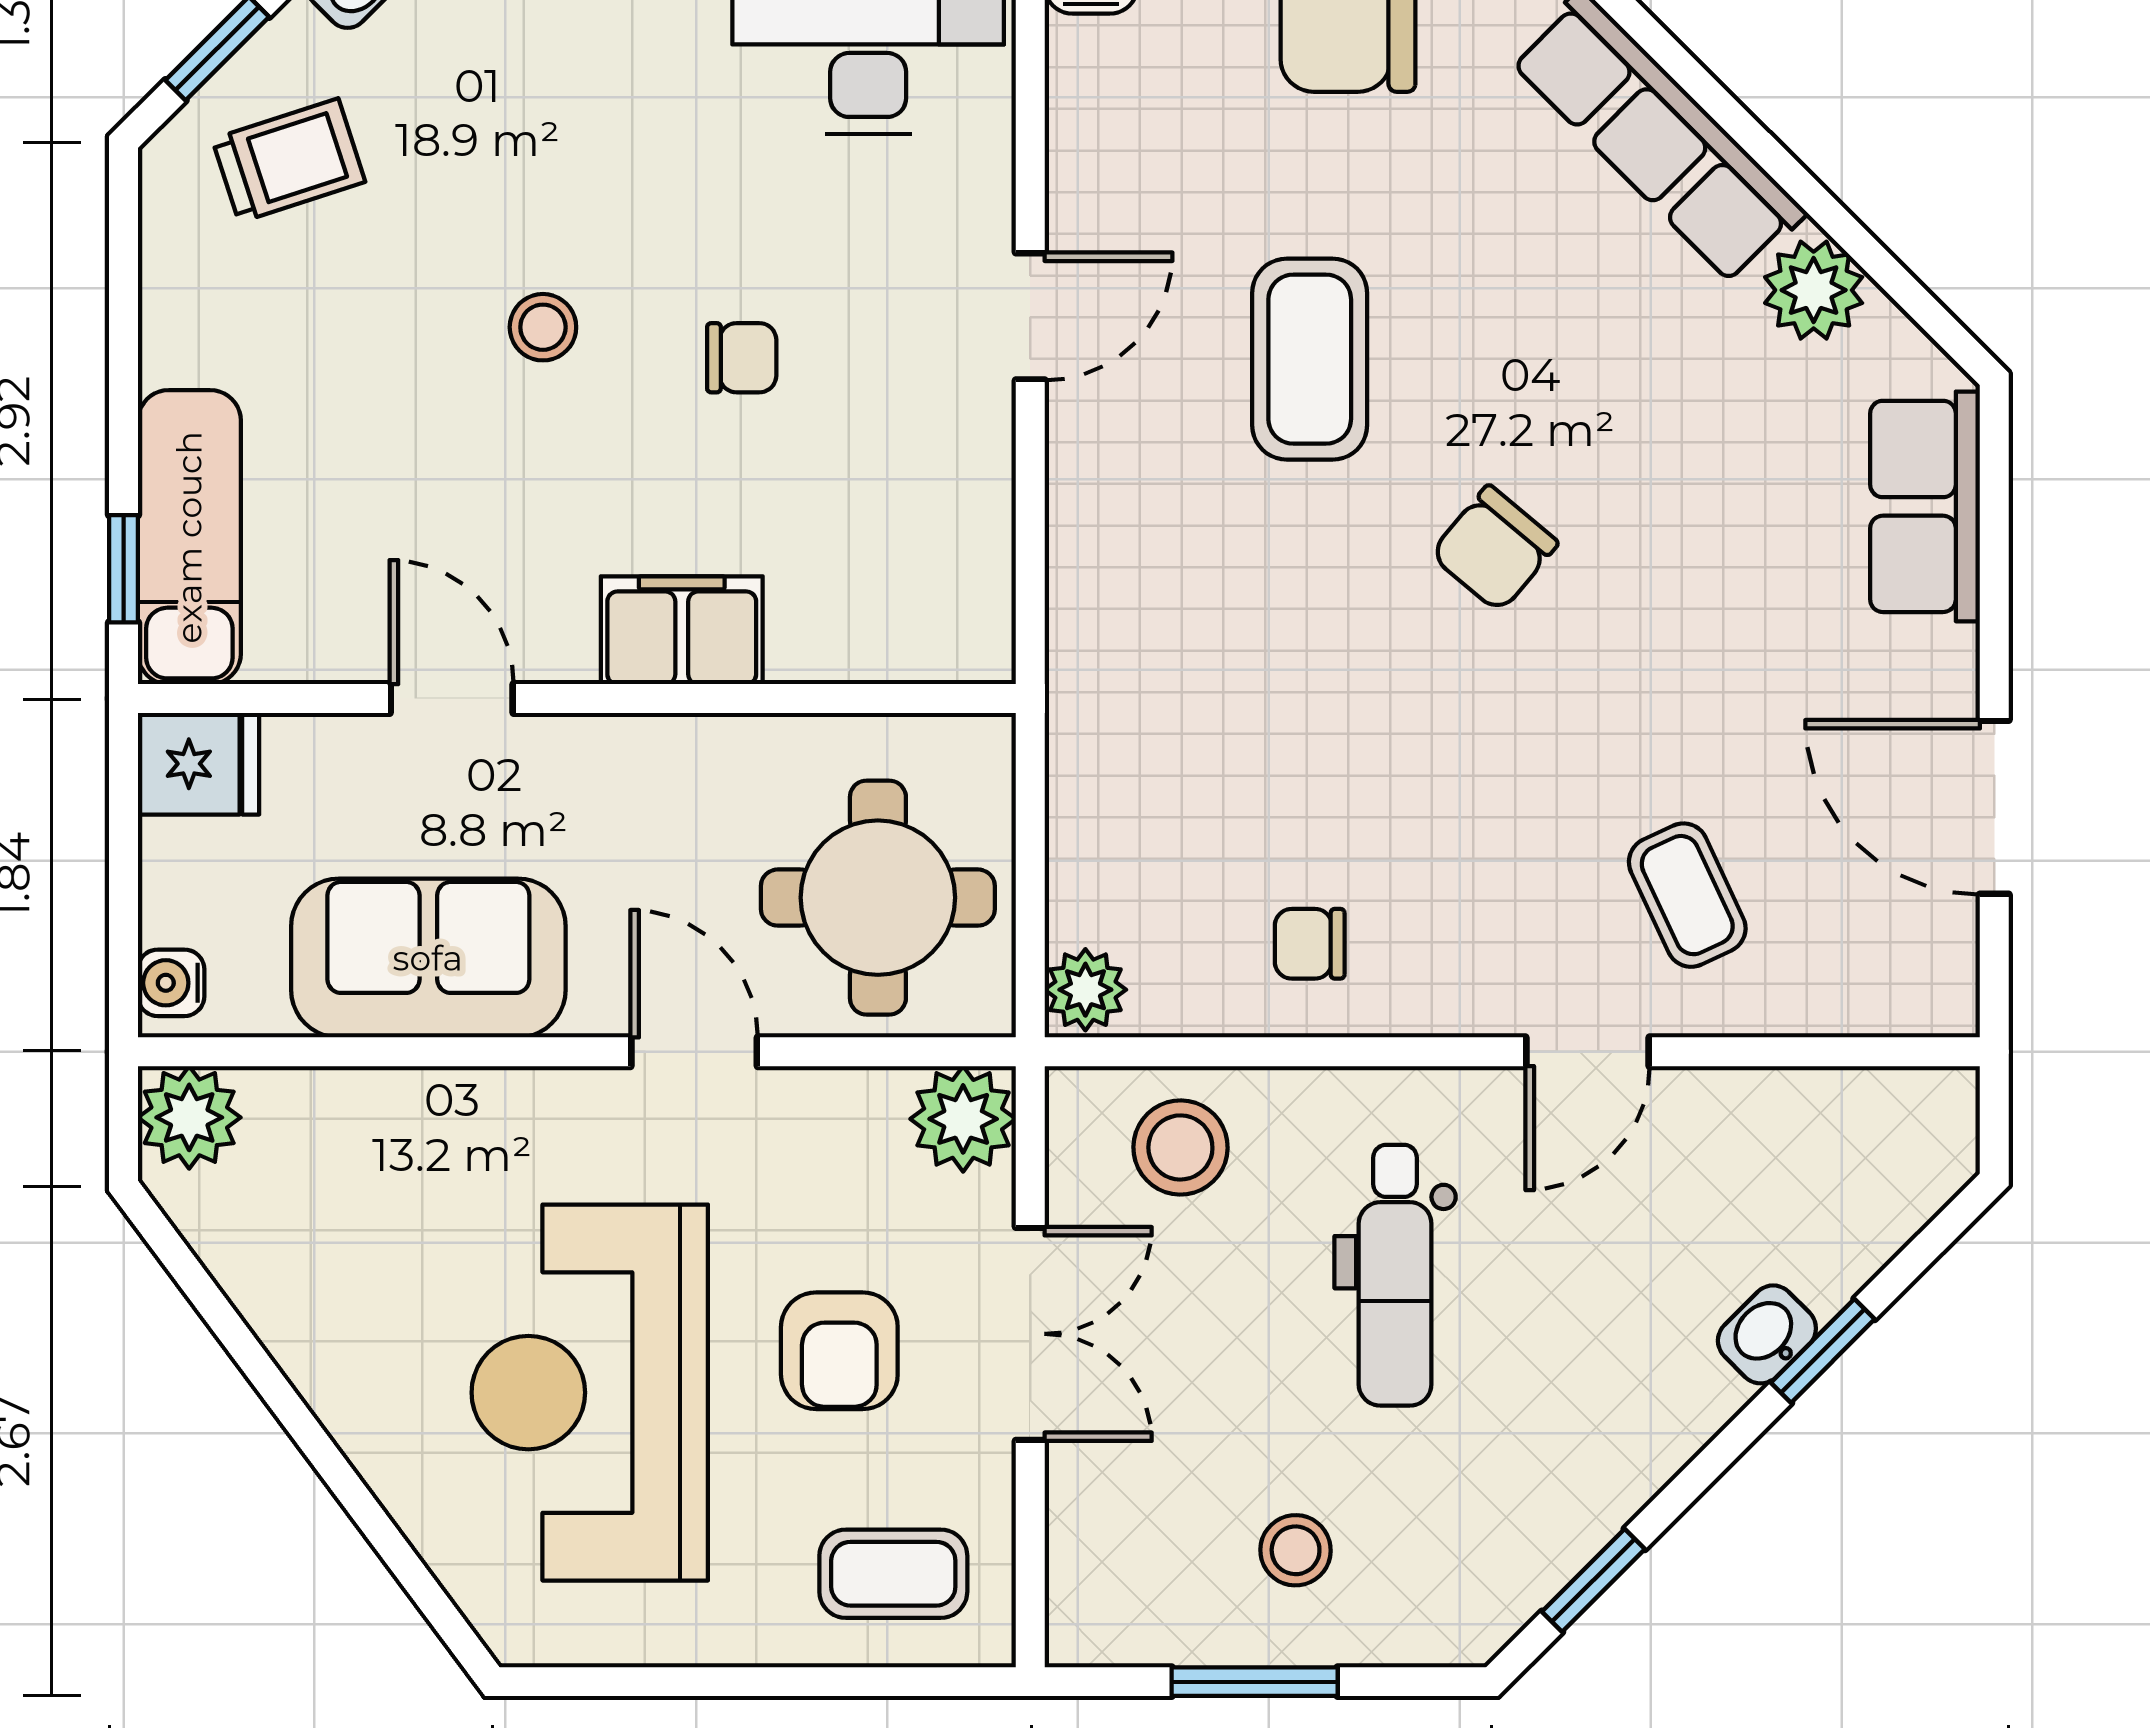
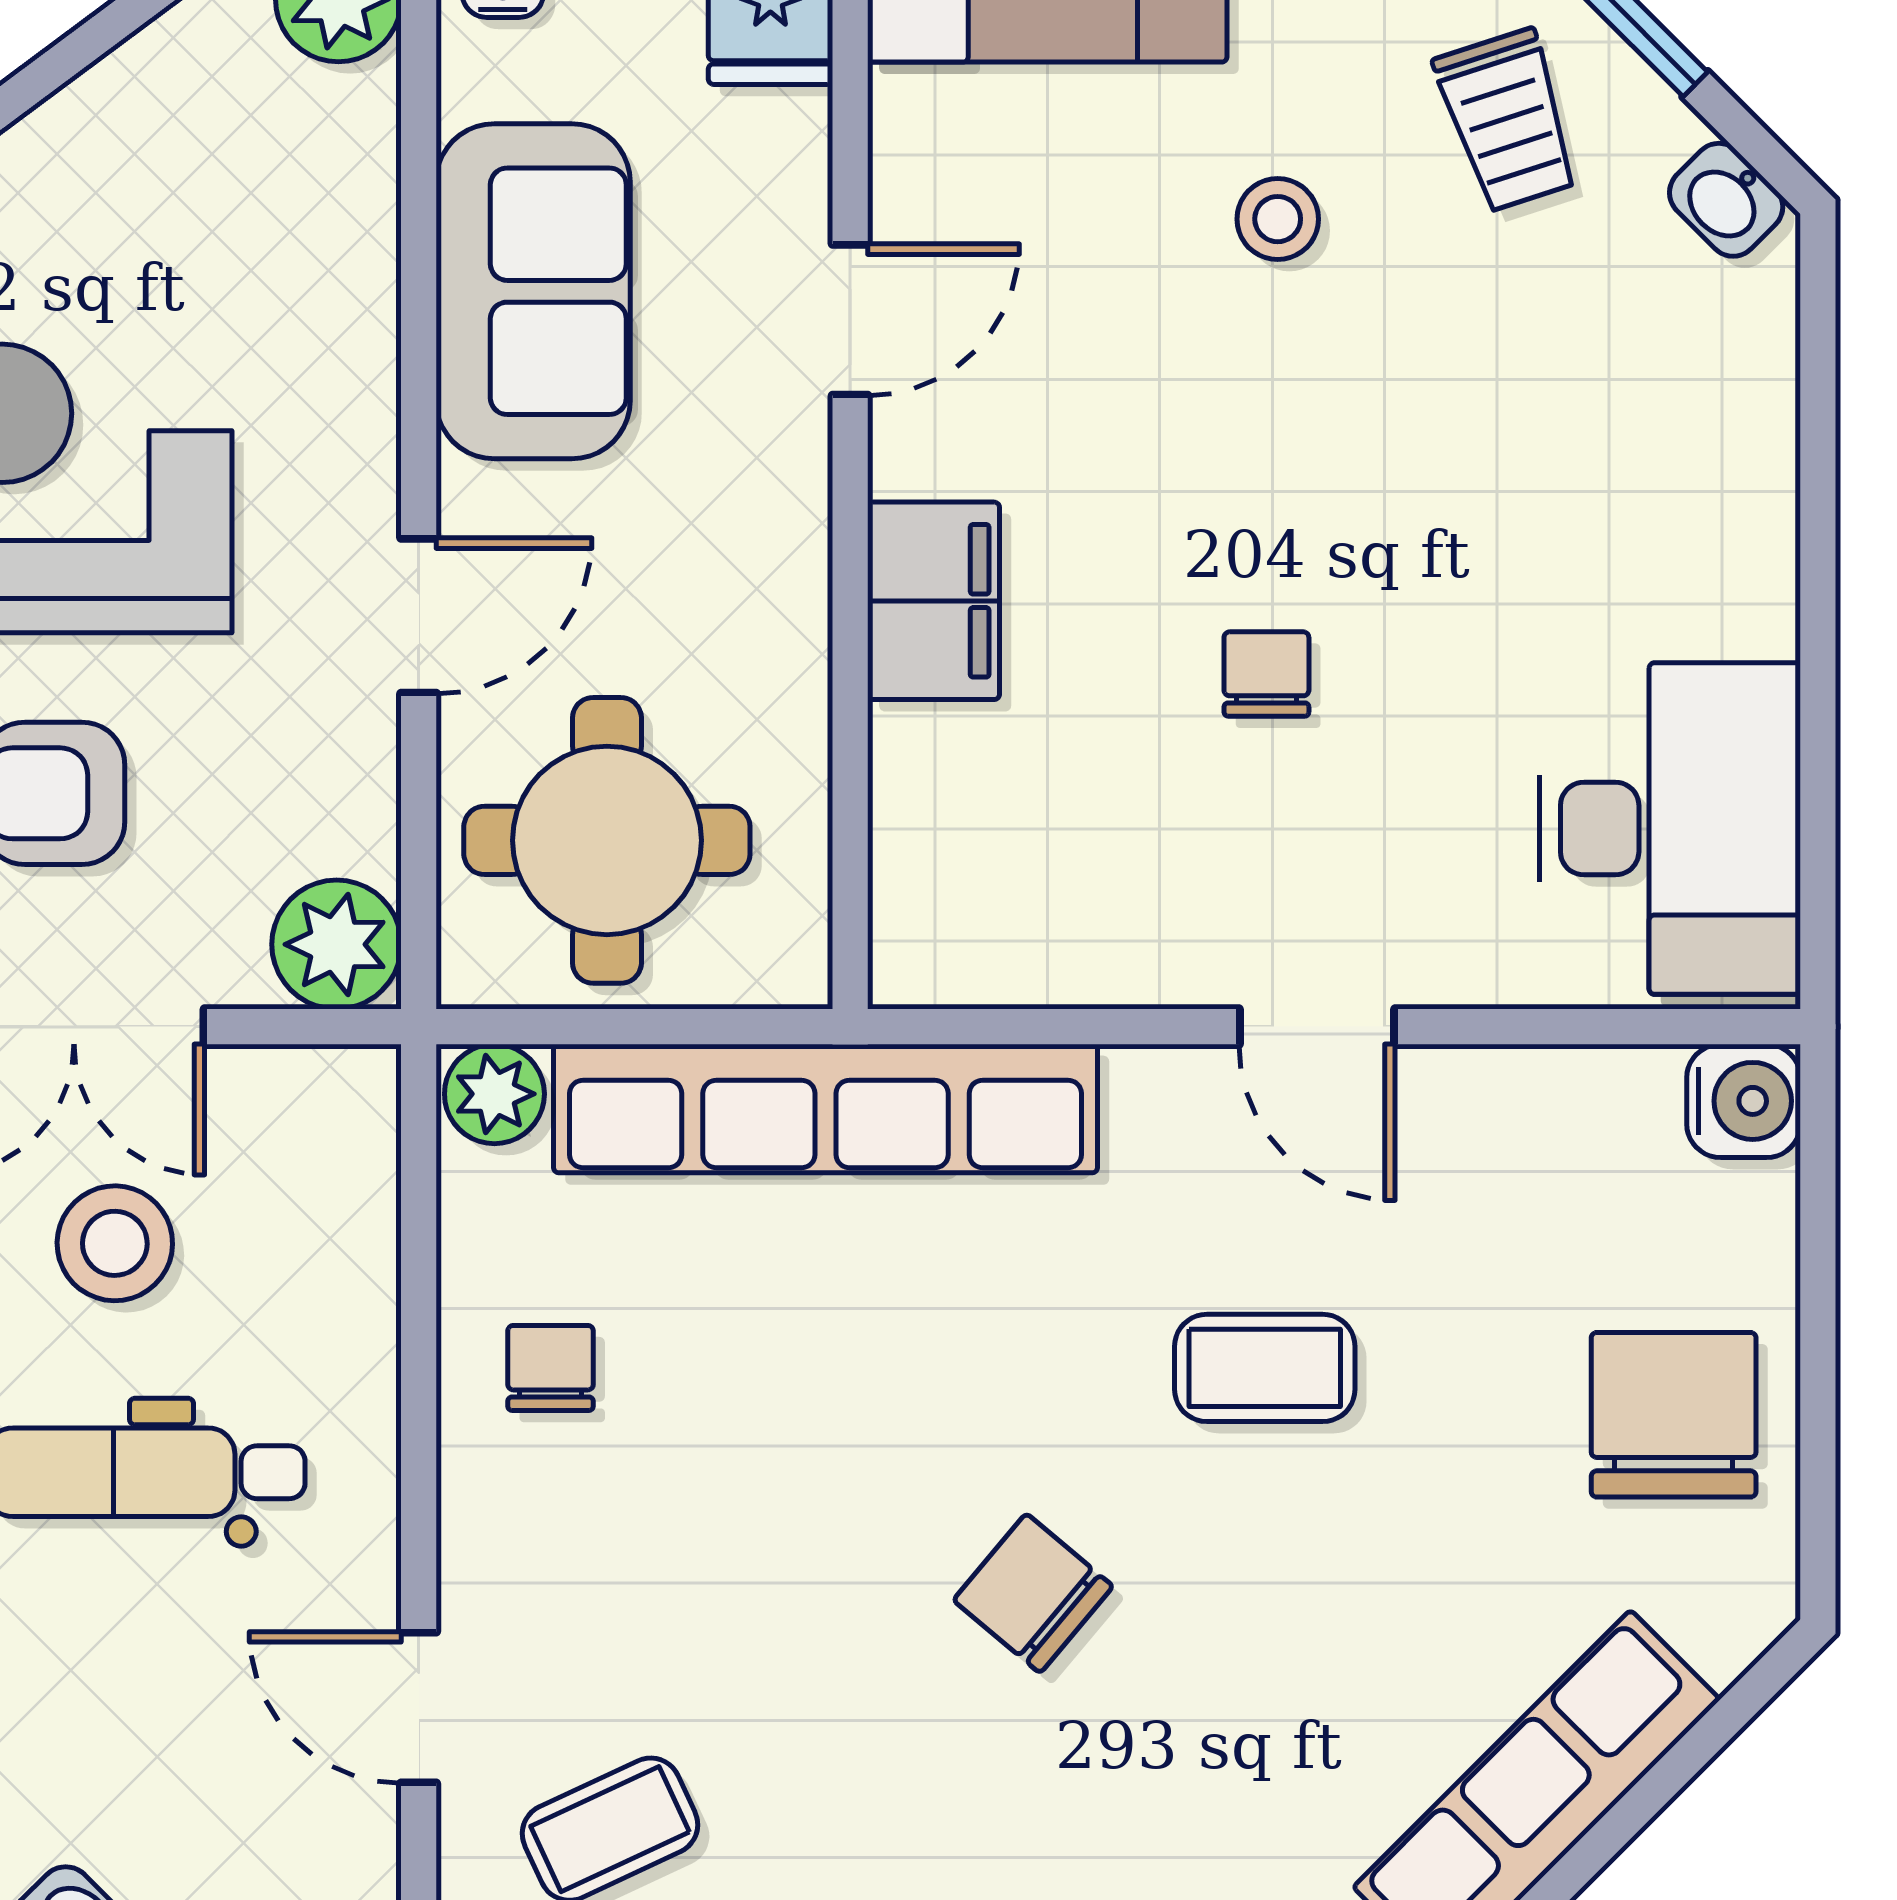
stool: (543, 327) -> (1278, 219), moved
chair: (742, 358) -> (1266, 674), turned 180
coffee table: (1310, 359) -> (1265, 1368), width x0.73, depth x0.77
row of seats: (1097, 719) -> (825, 1109), added
stool: (1180, 1147) -> (115, 1243), moved

